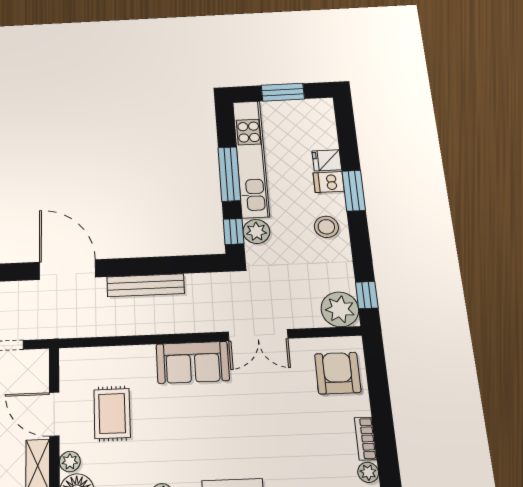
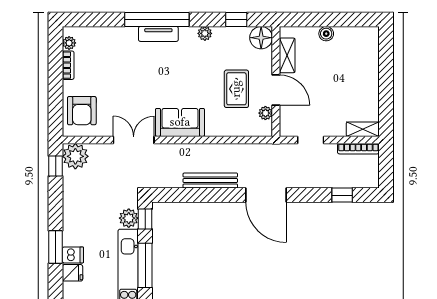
stool: (326, 227) -> (78, 219), removed
plant: (70, 462) -> (265, 113), moved

